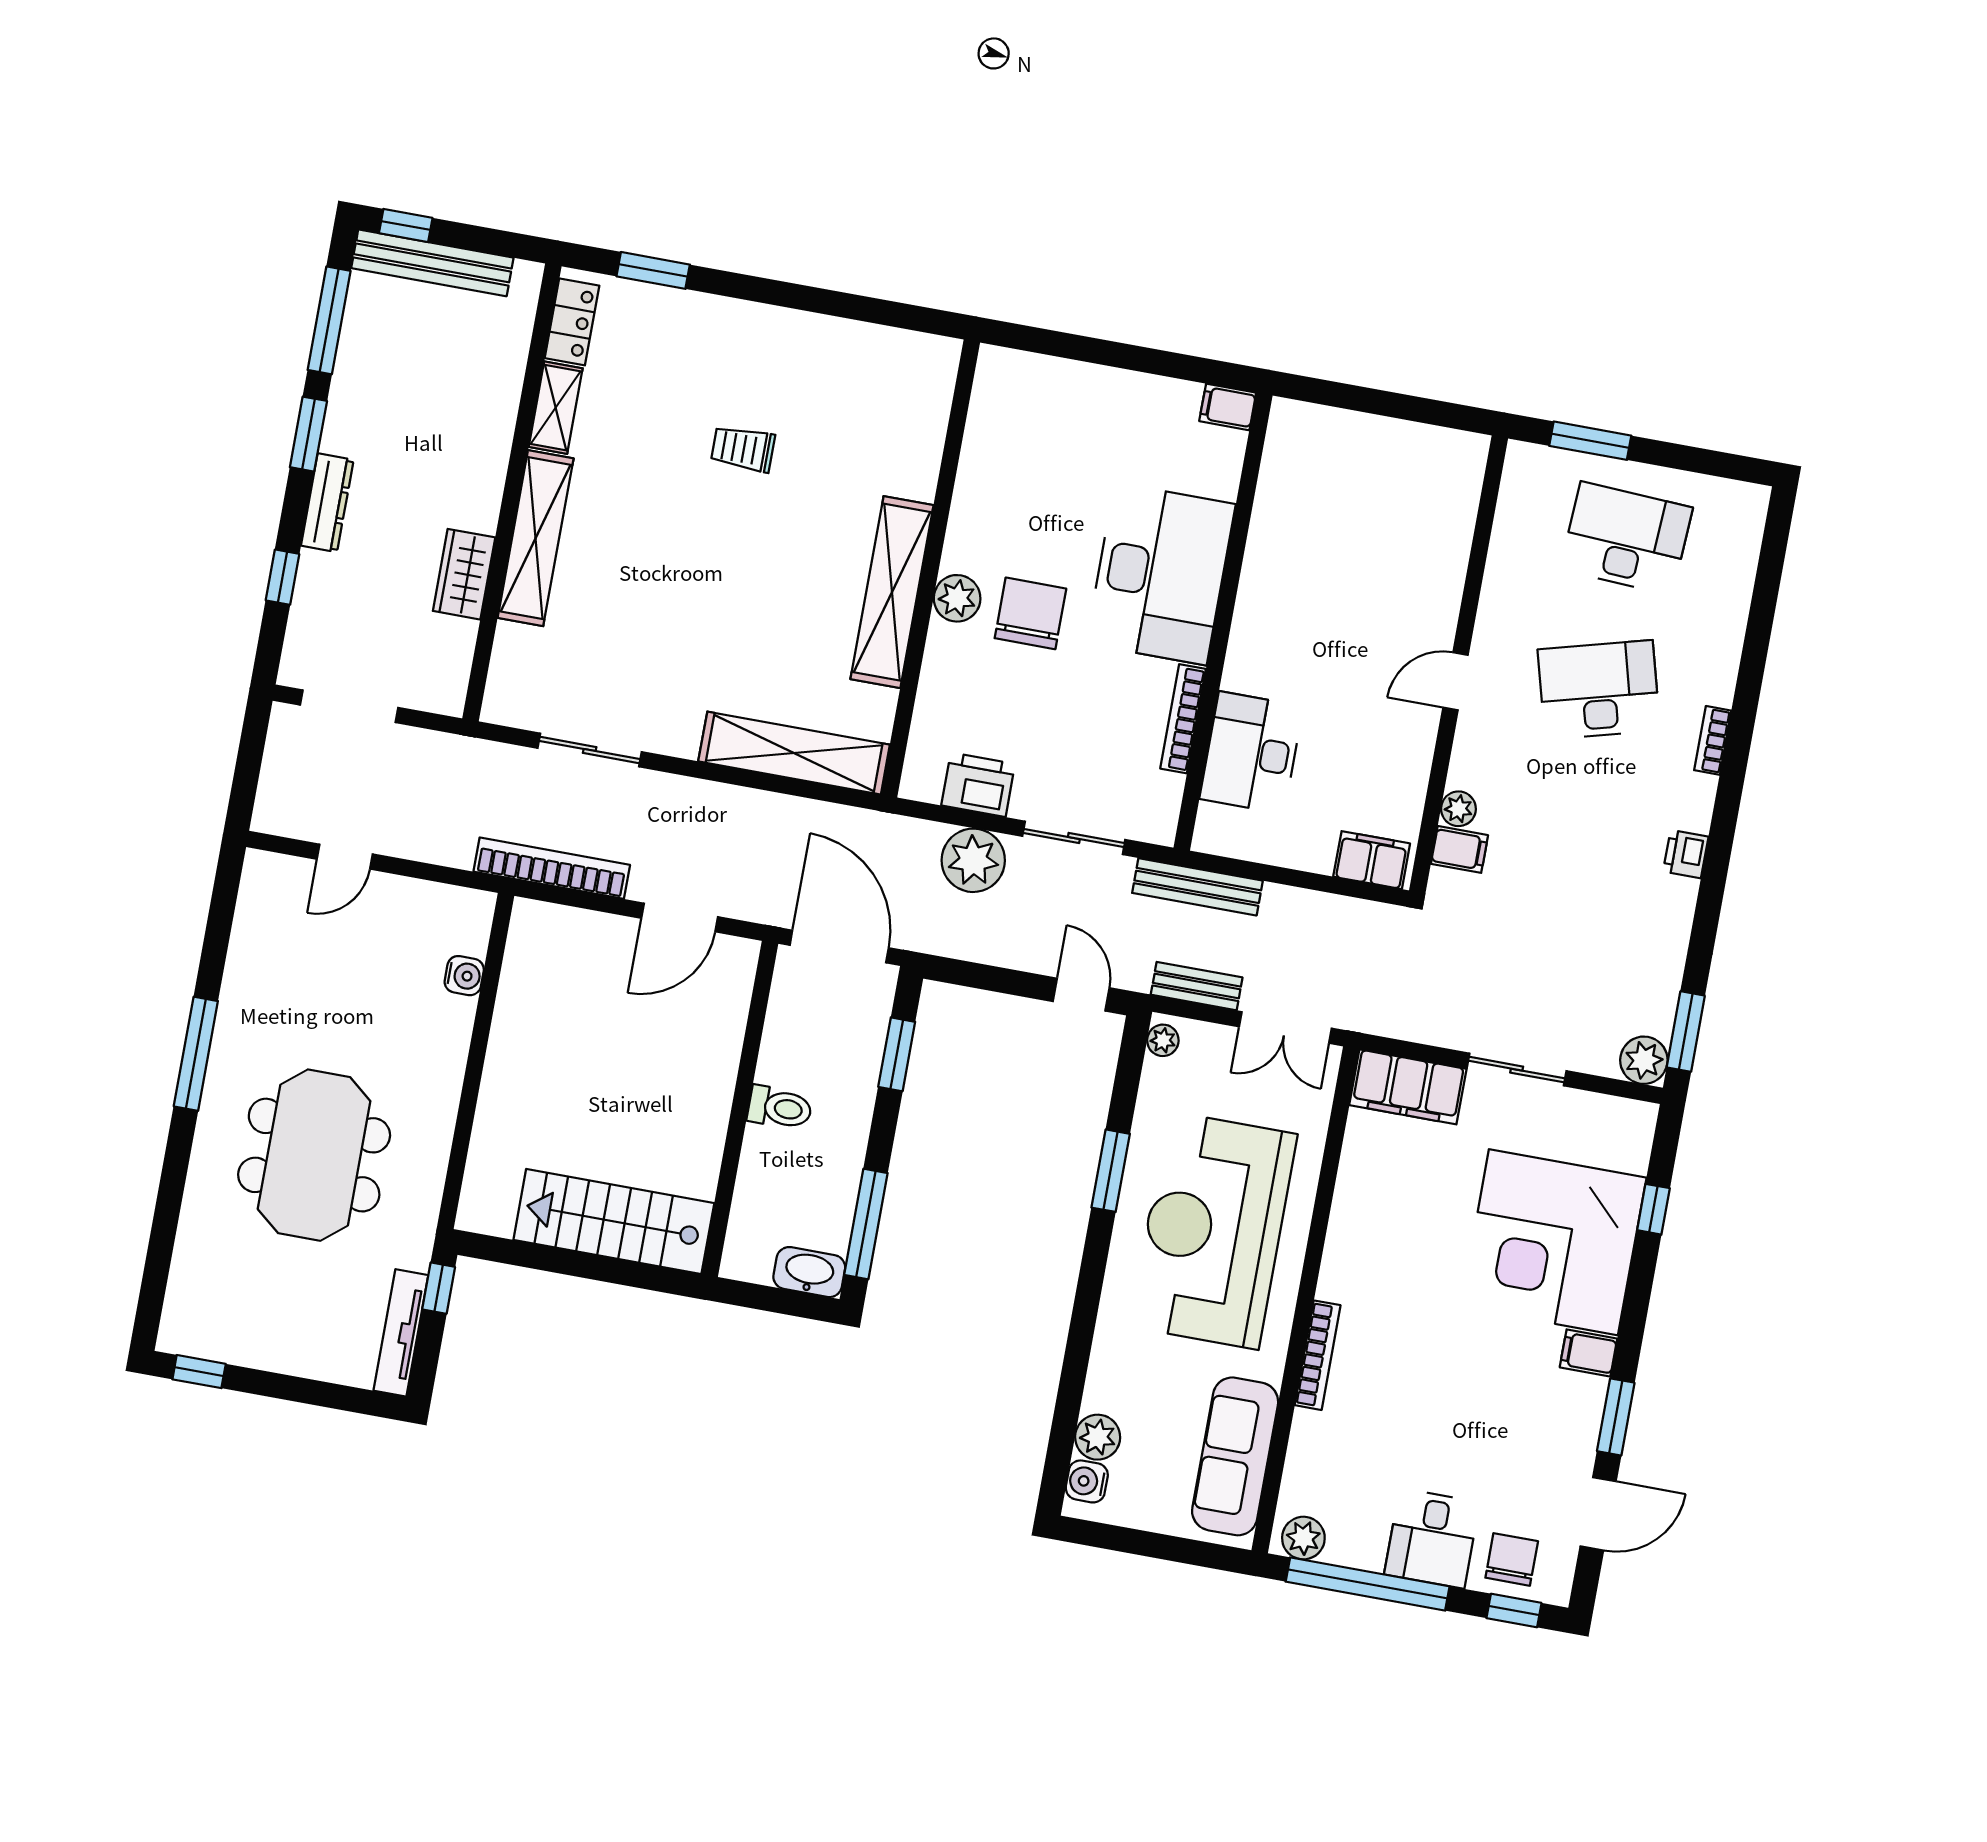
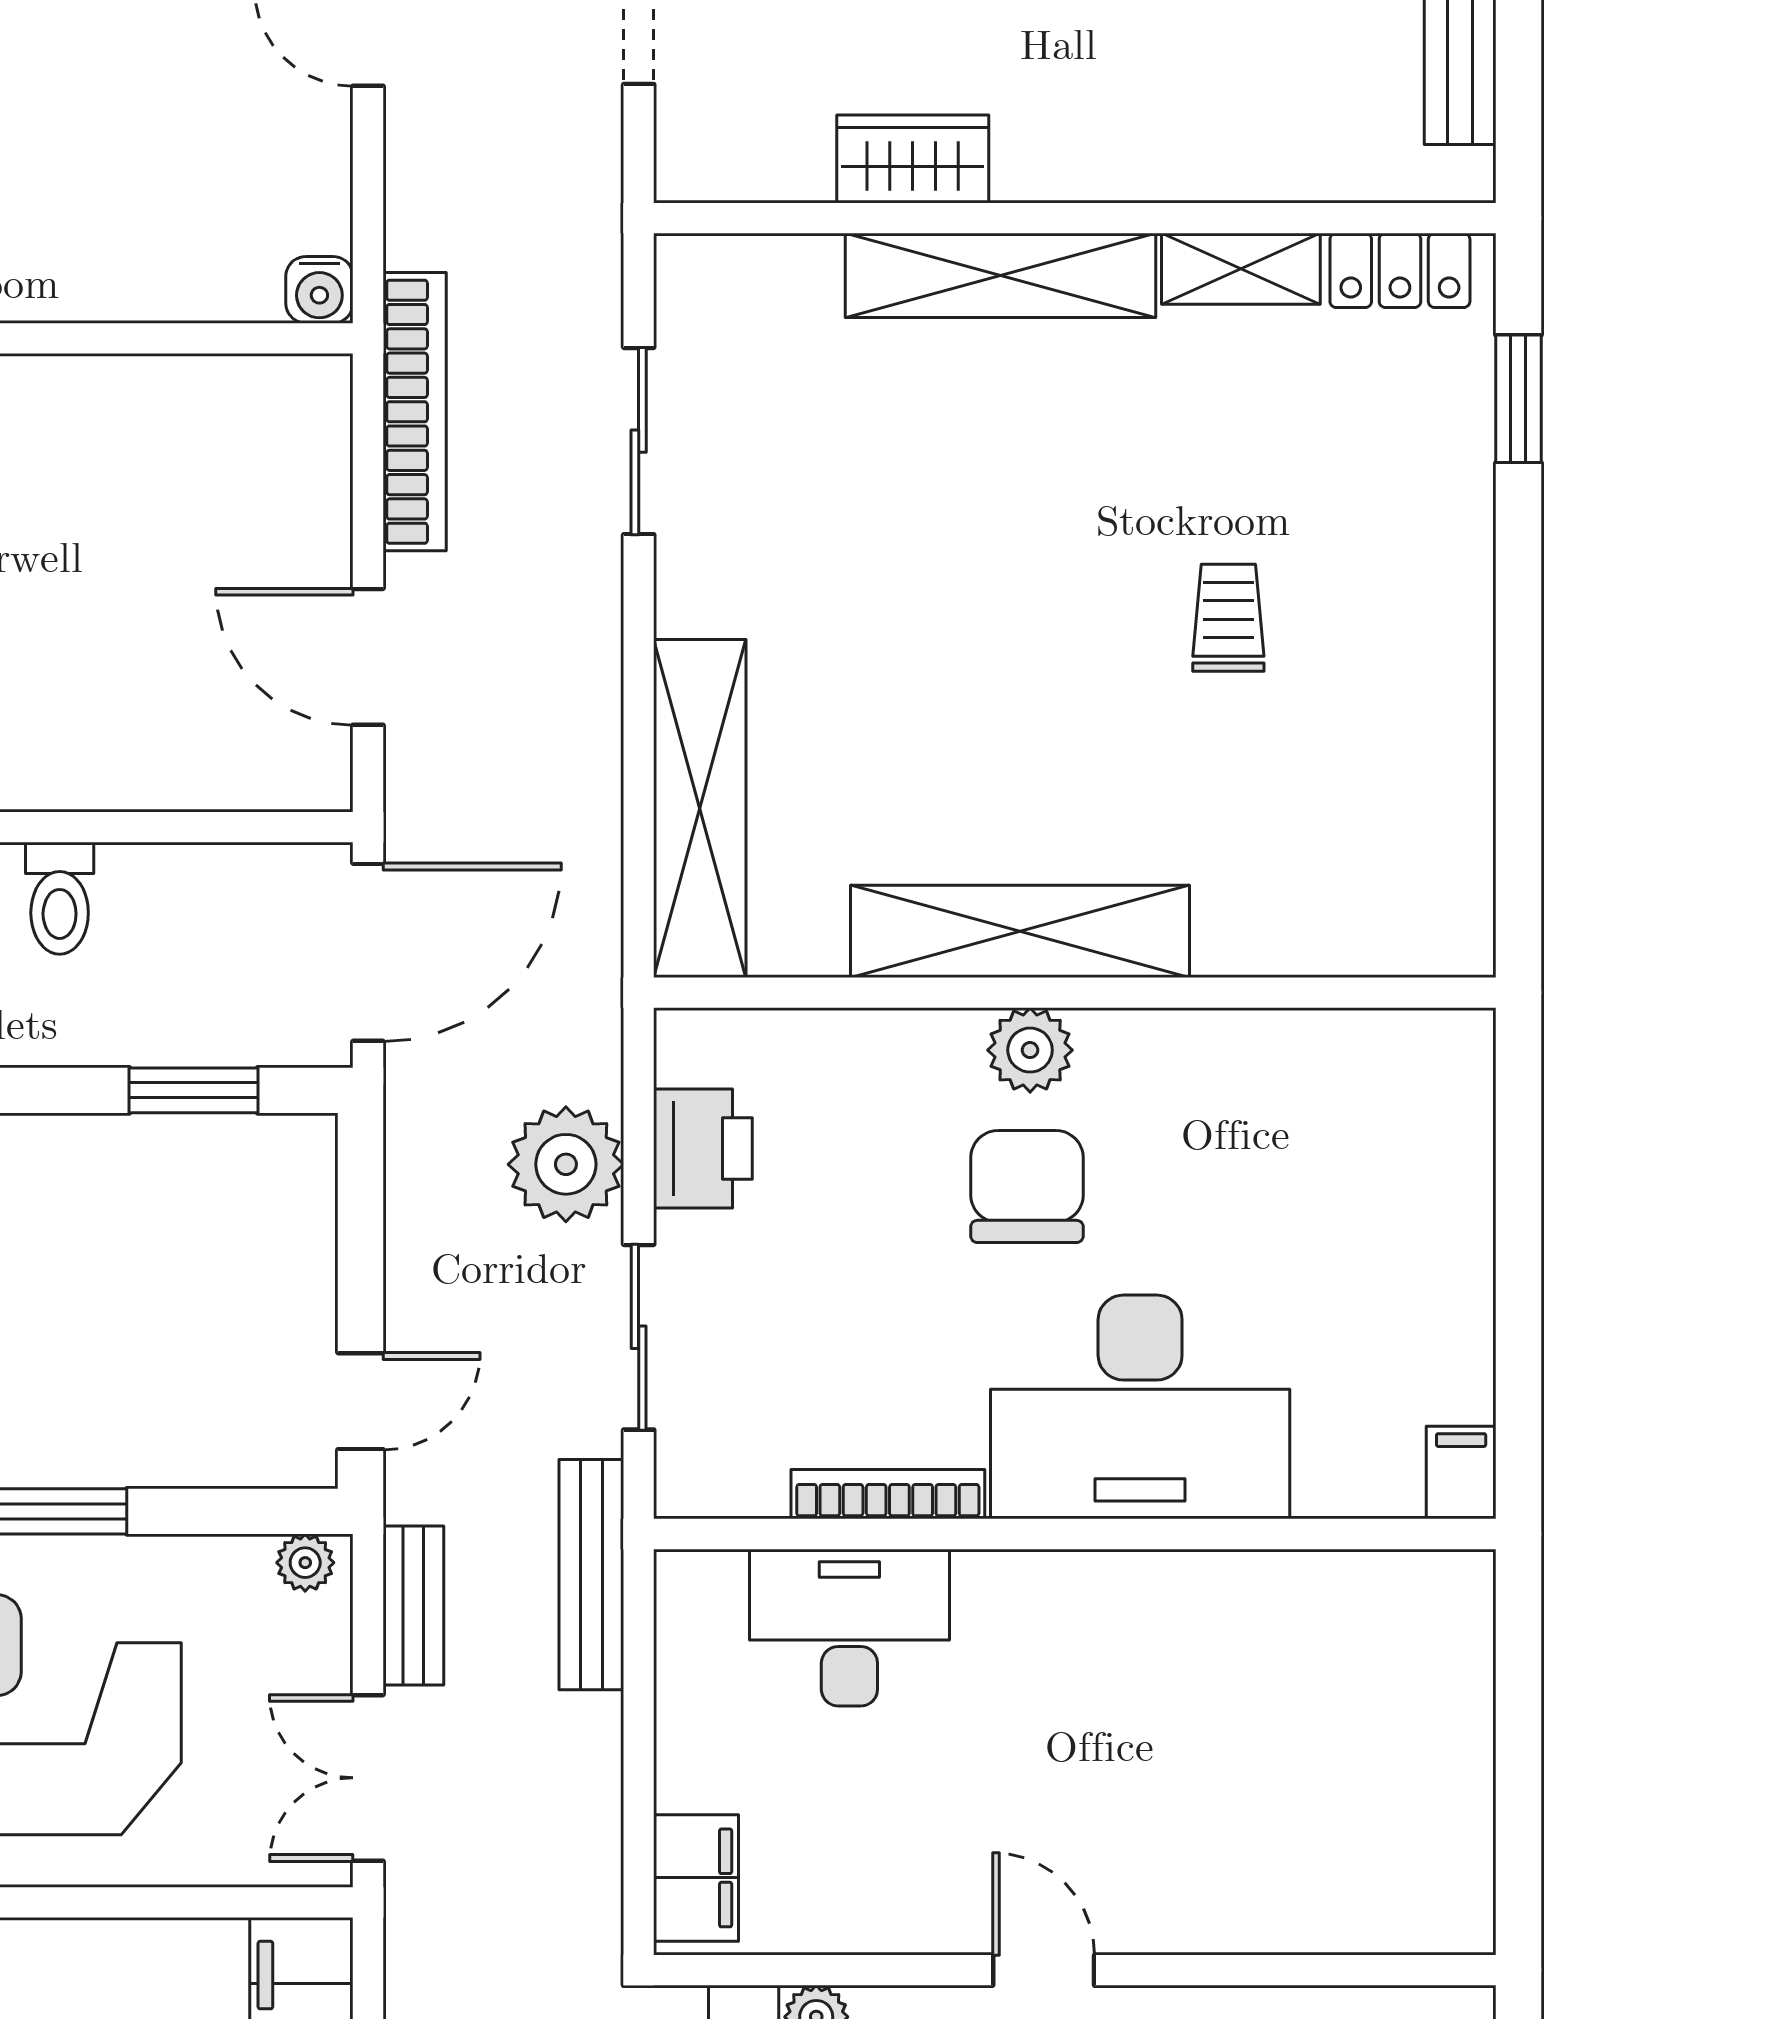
chair: (1030, 613) -> (1027, 1186), turned -90
water cooler: (464, 976) -> (319, 290), moved

